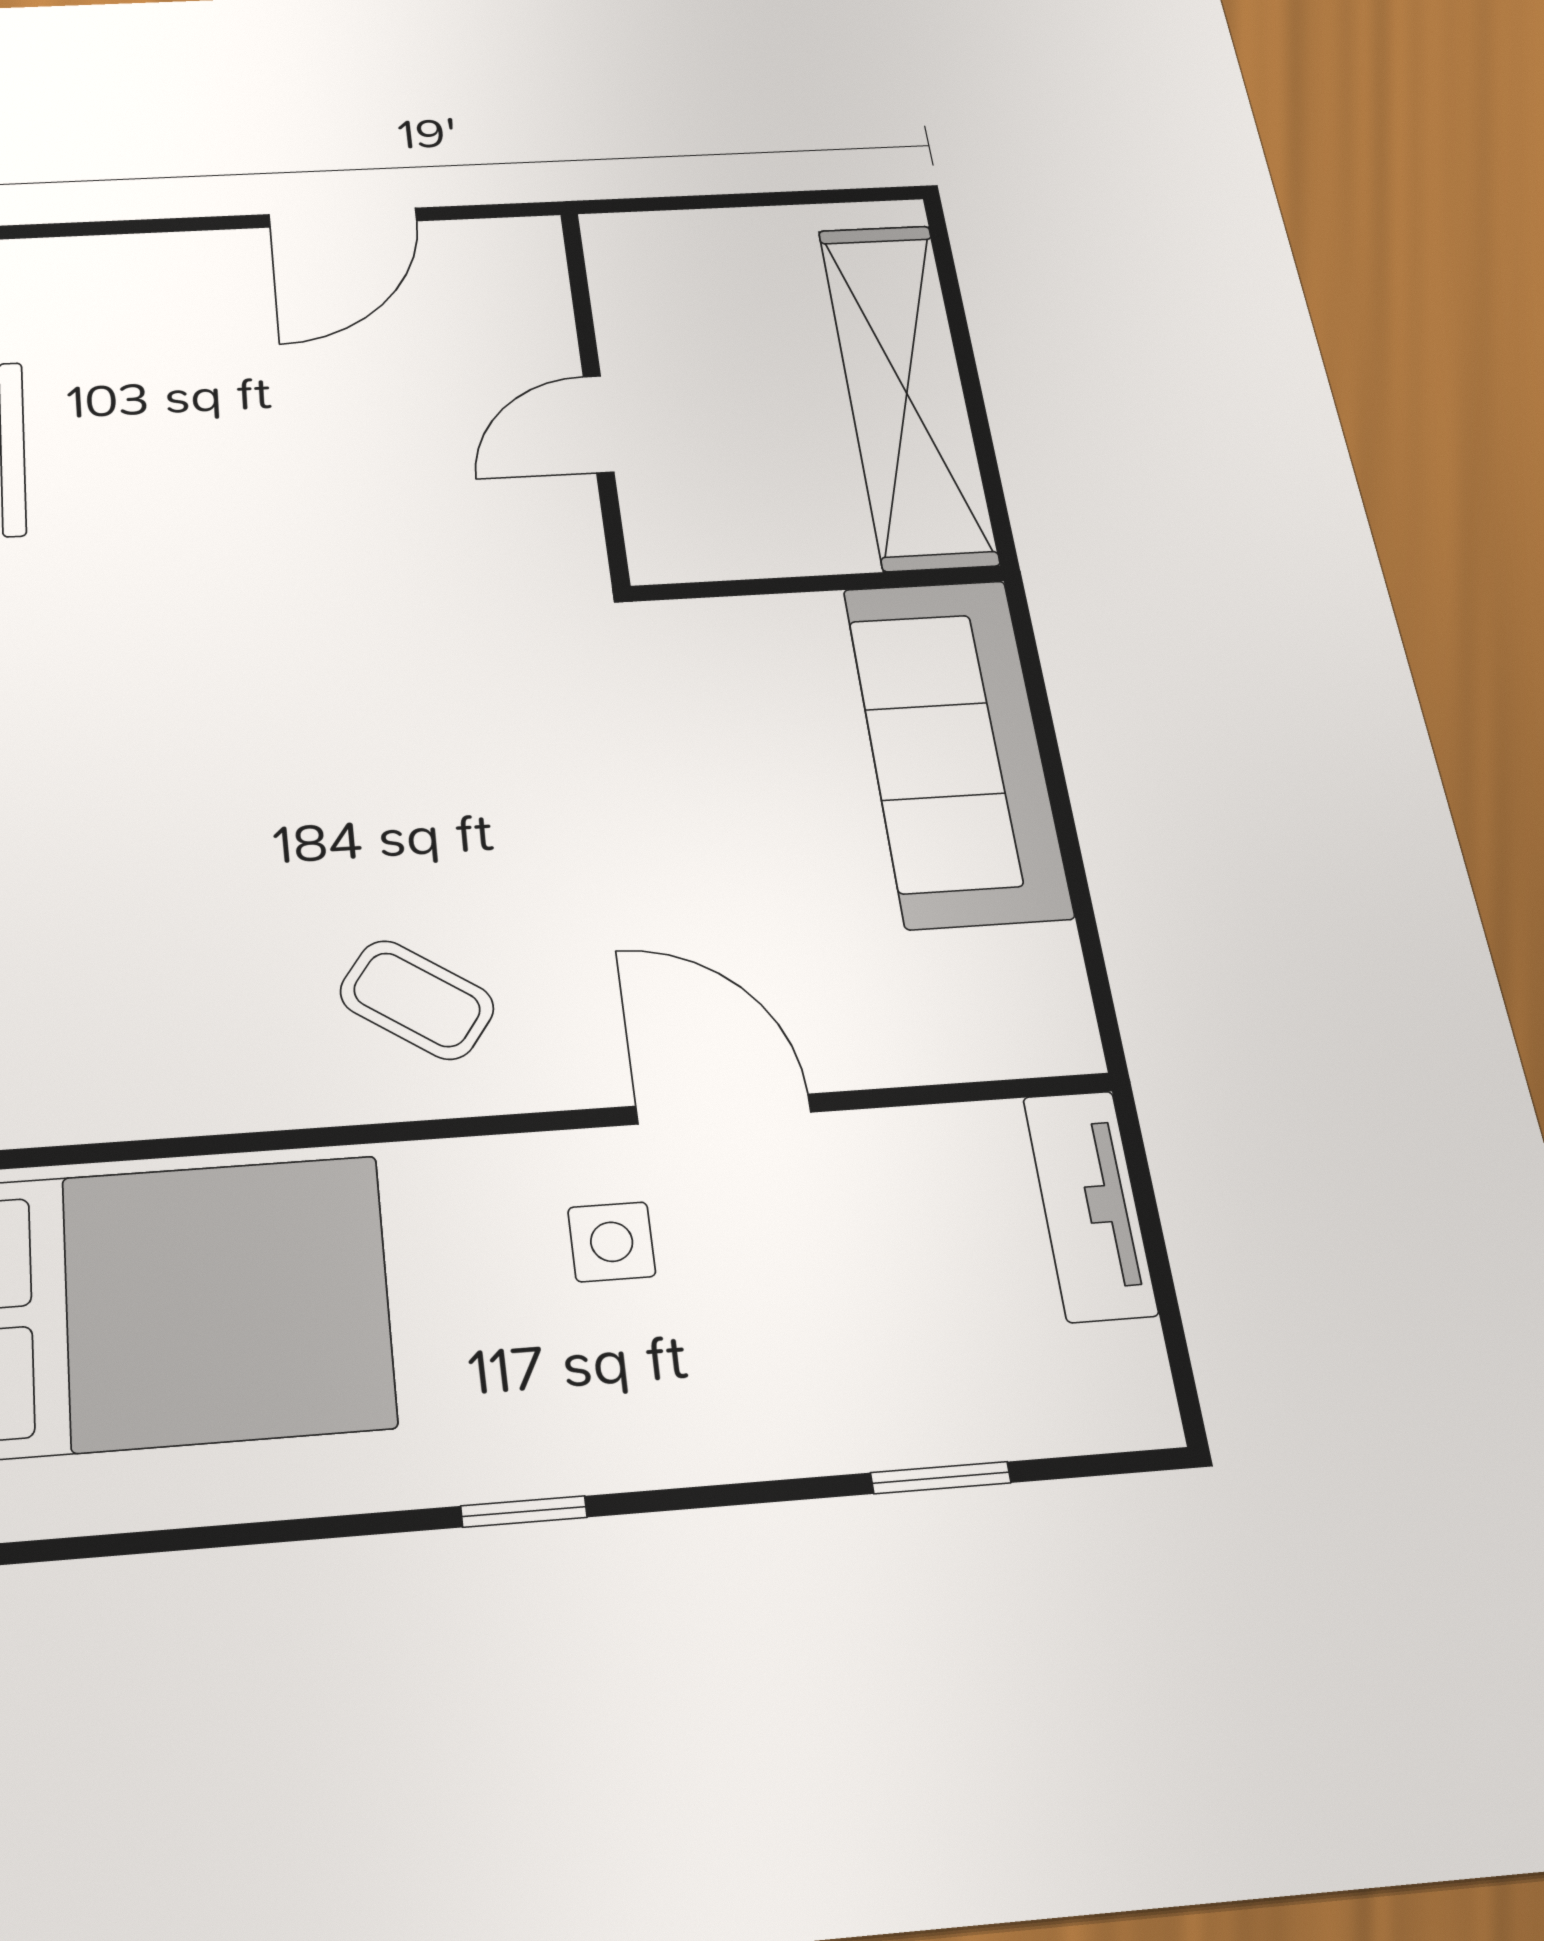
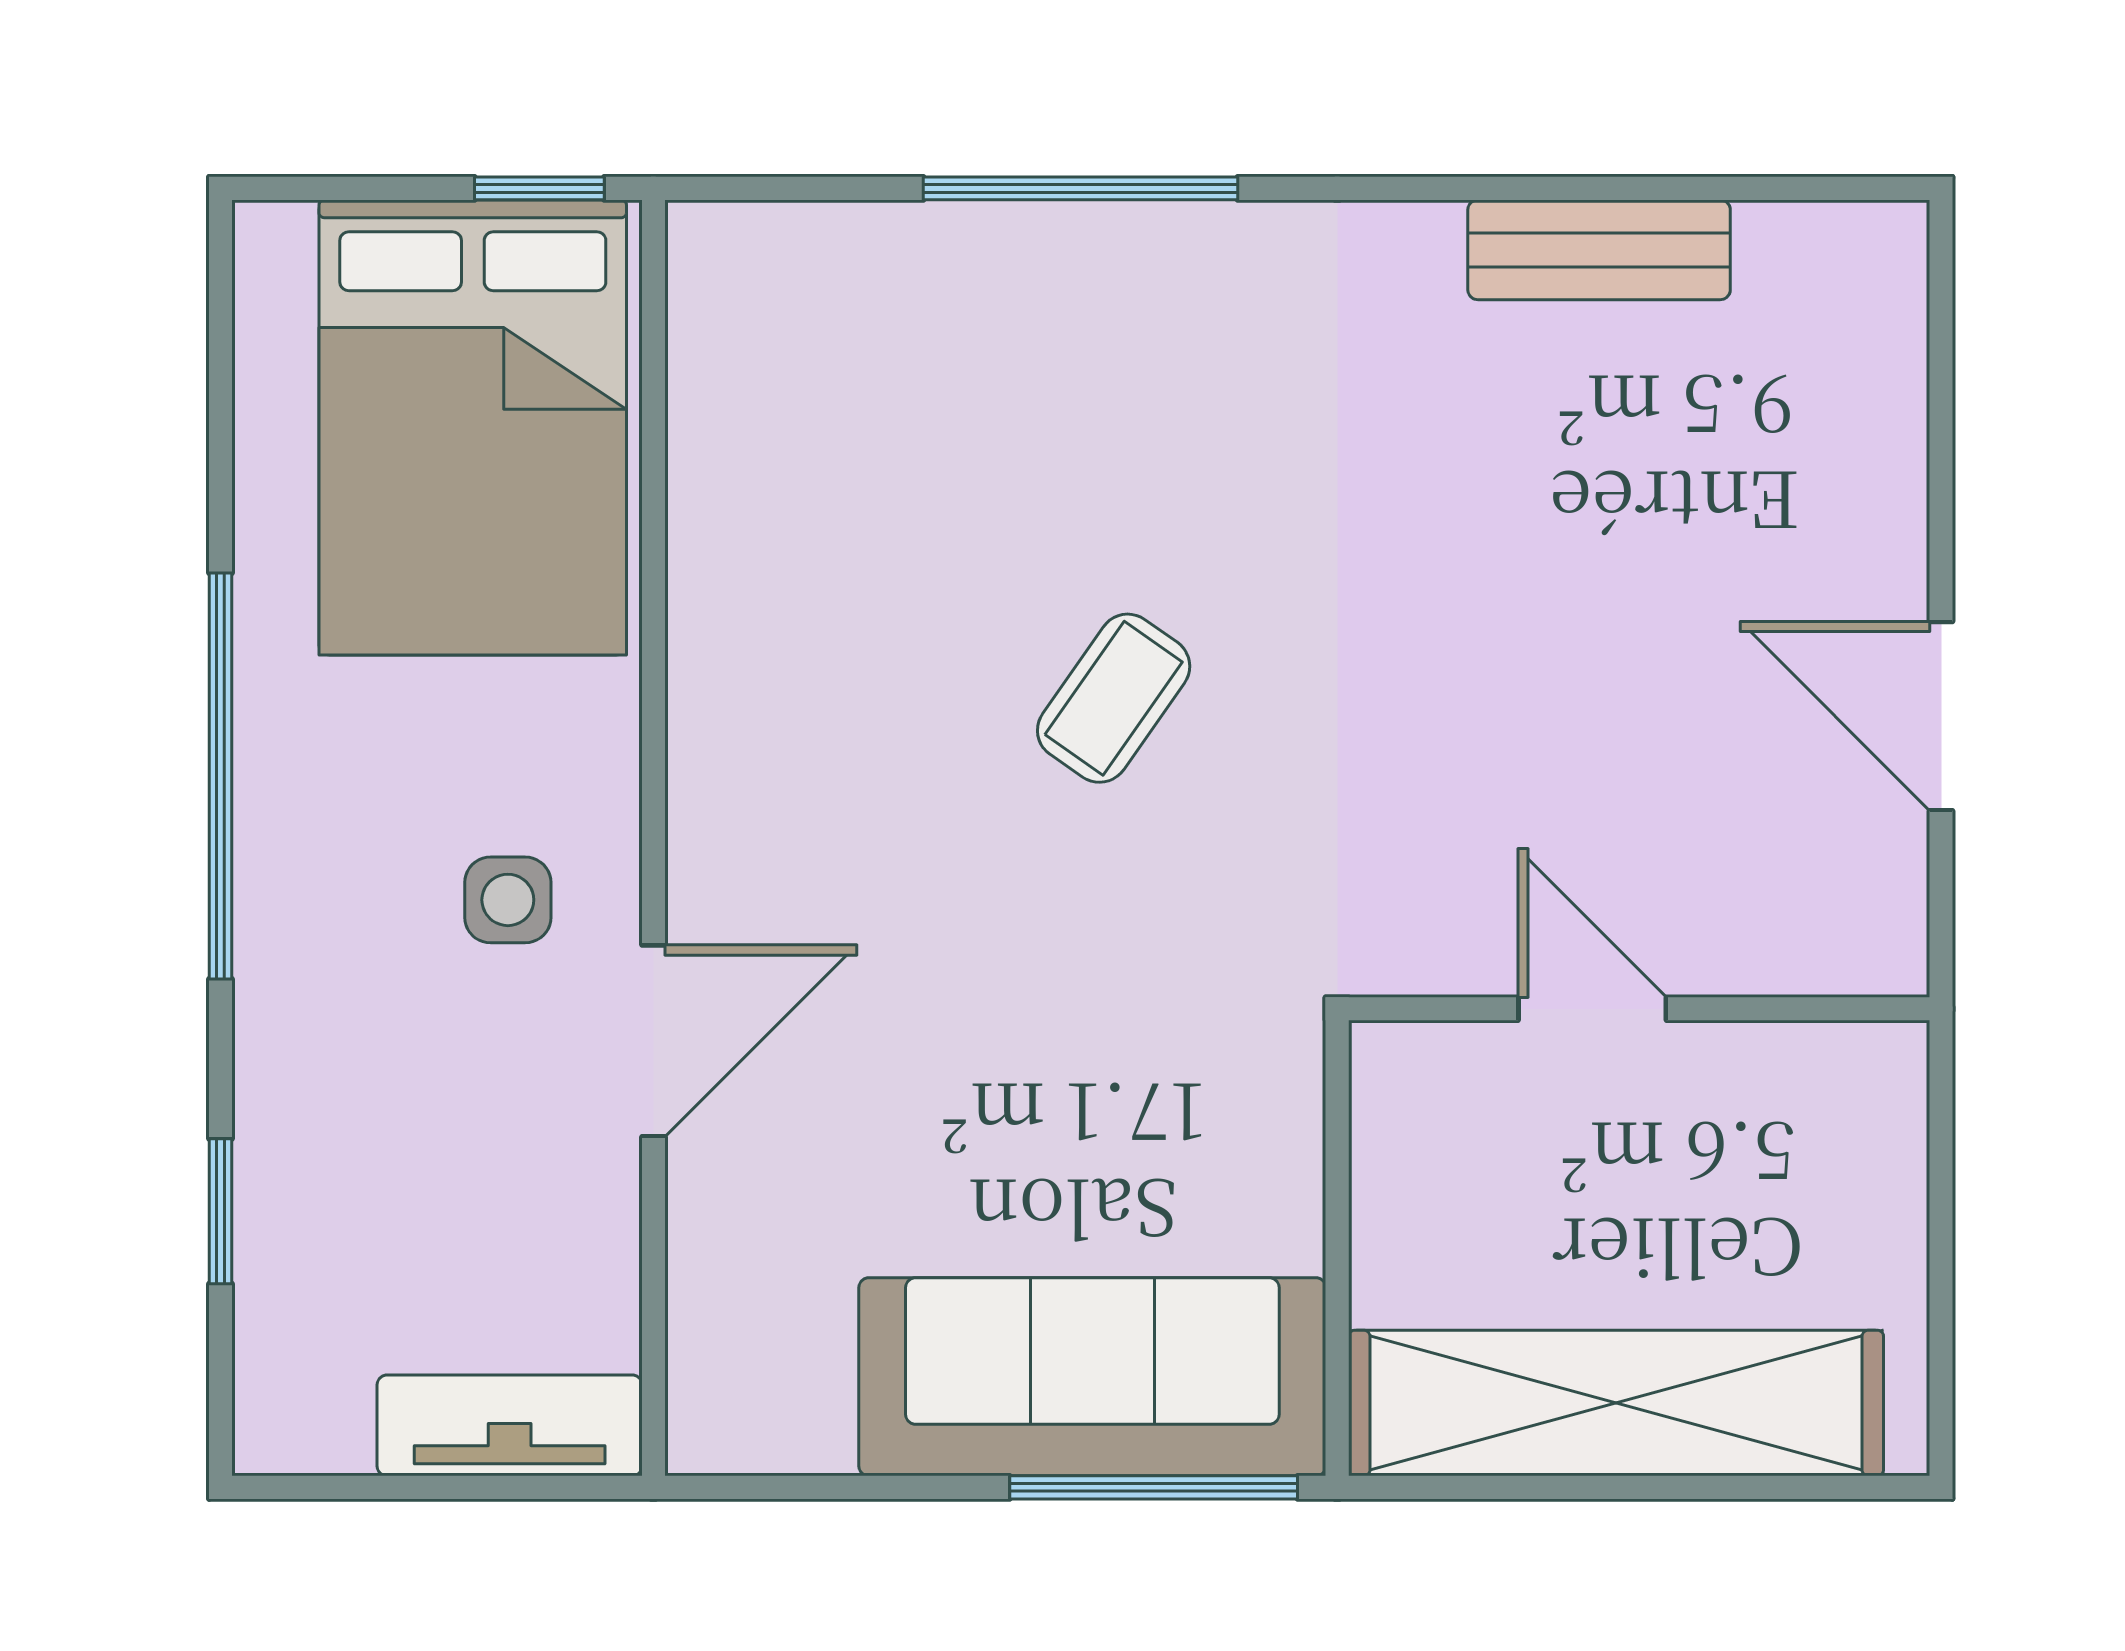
window: (1039, 701) -> (1154, 1487), added
coffee table: (417, 1000) -> (1114, 698), moved
window: (524, 1512) -> (220, 776), width x3.17

